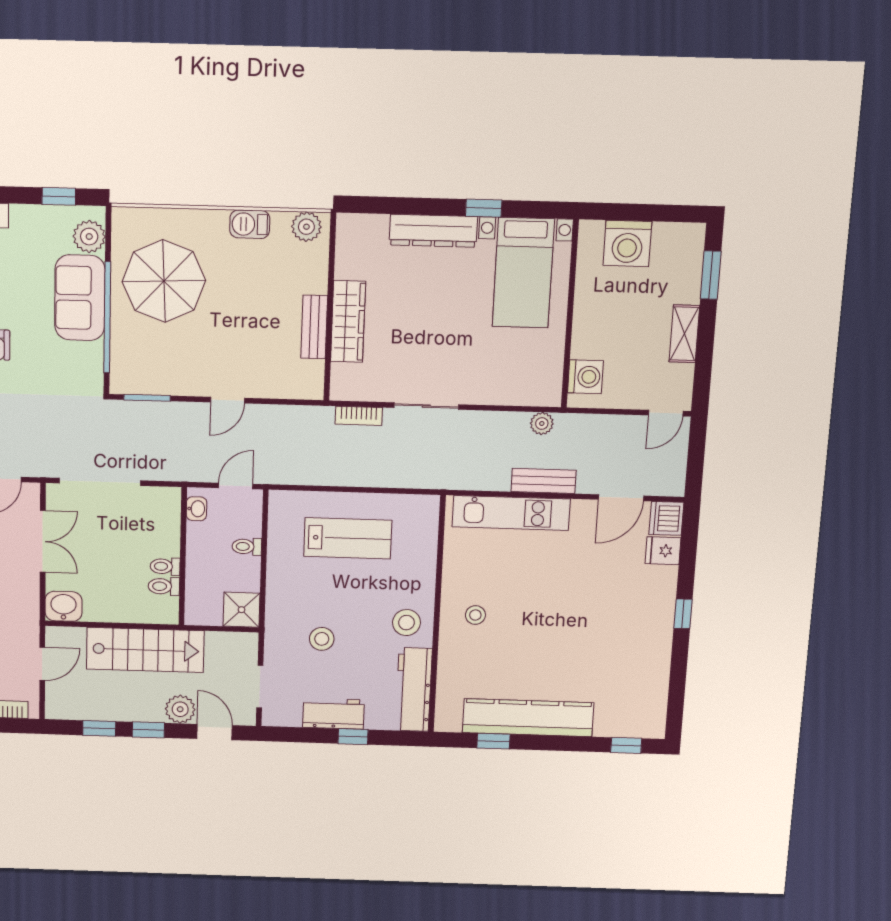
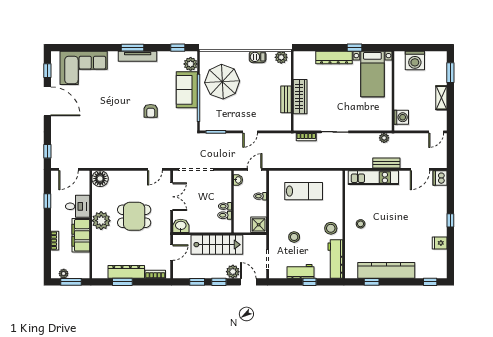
fridge: (663, 551) -> (440, 243), moved

